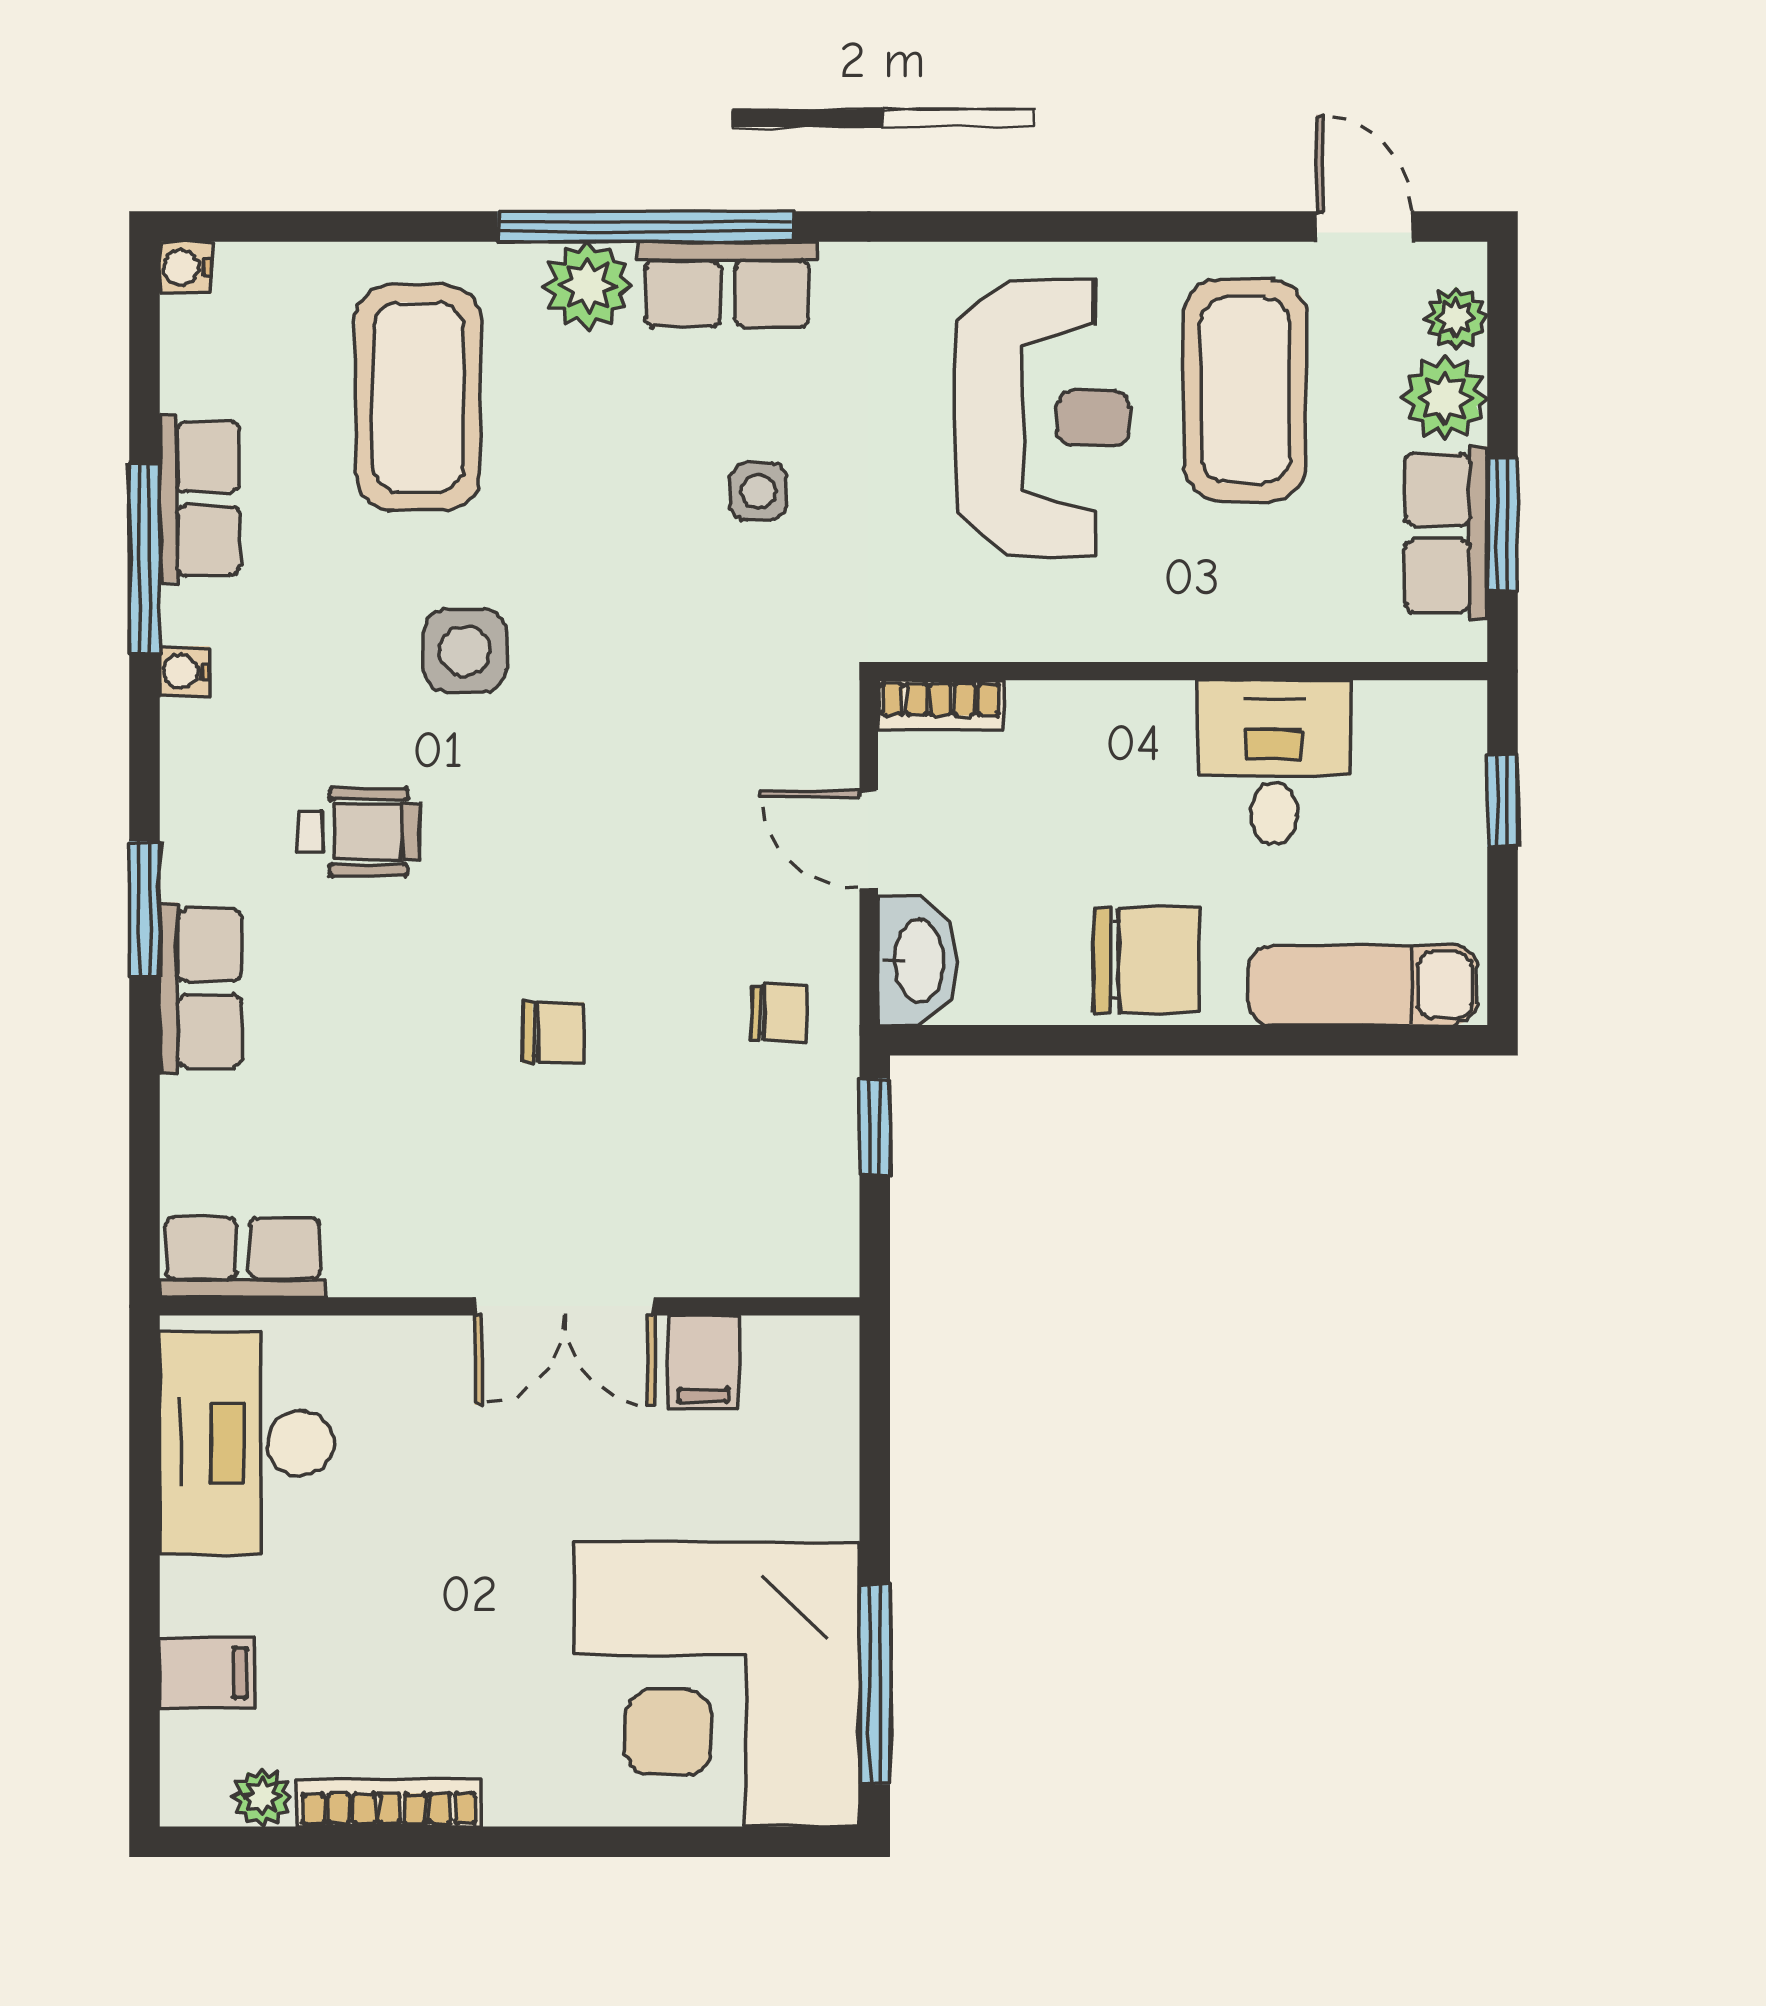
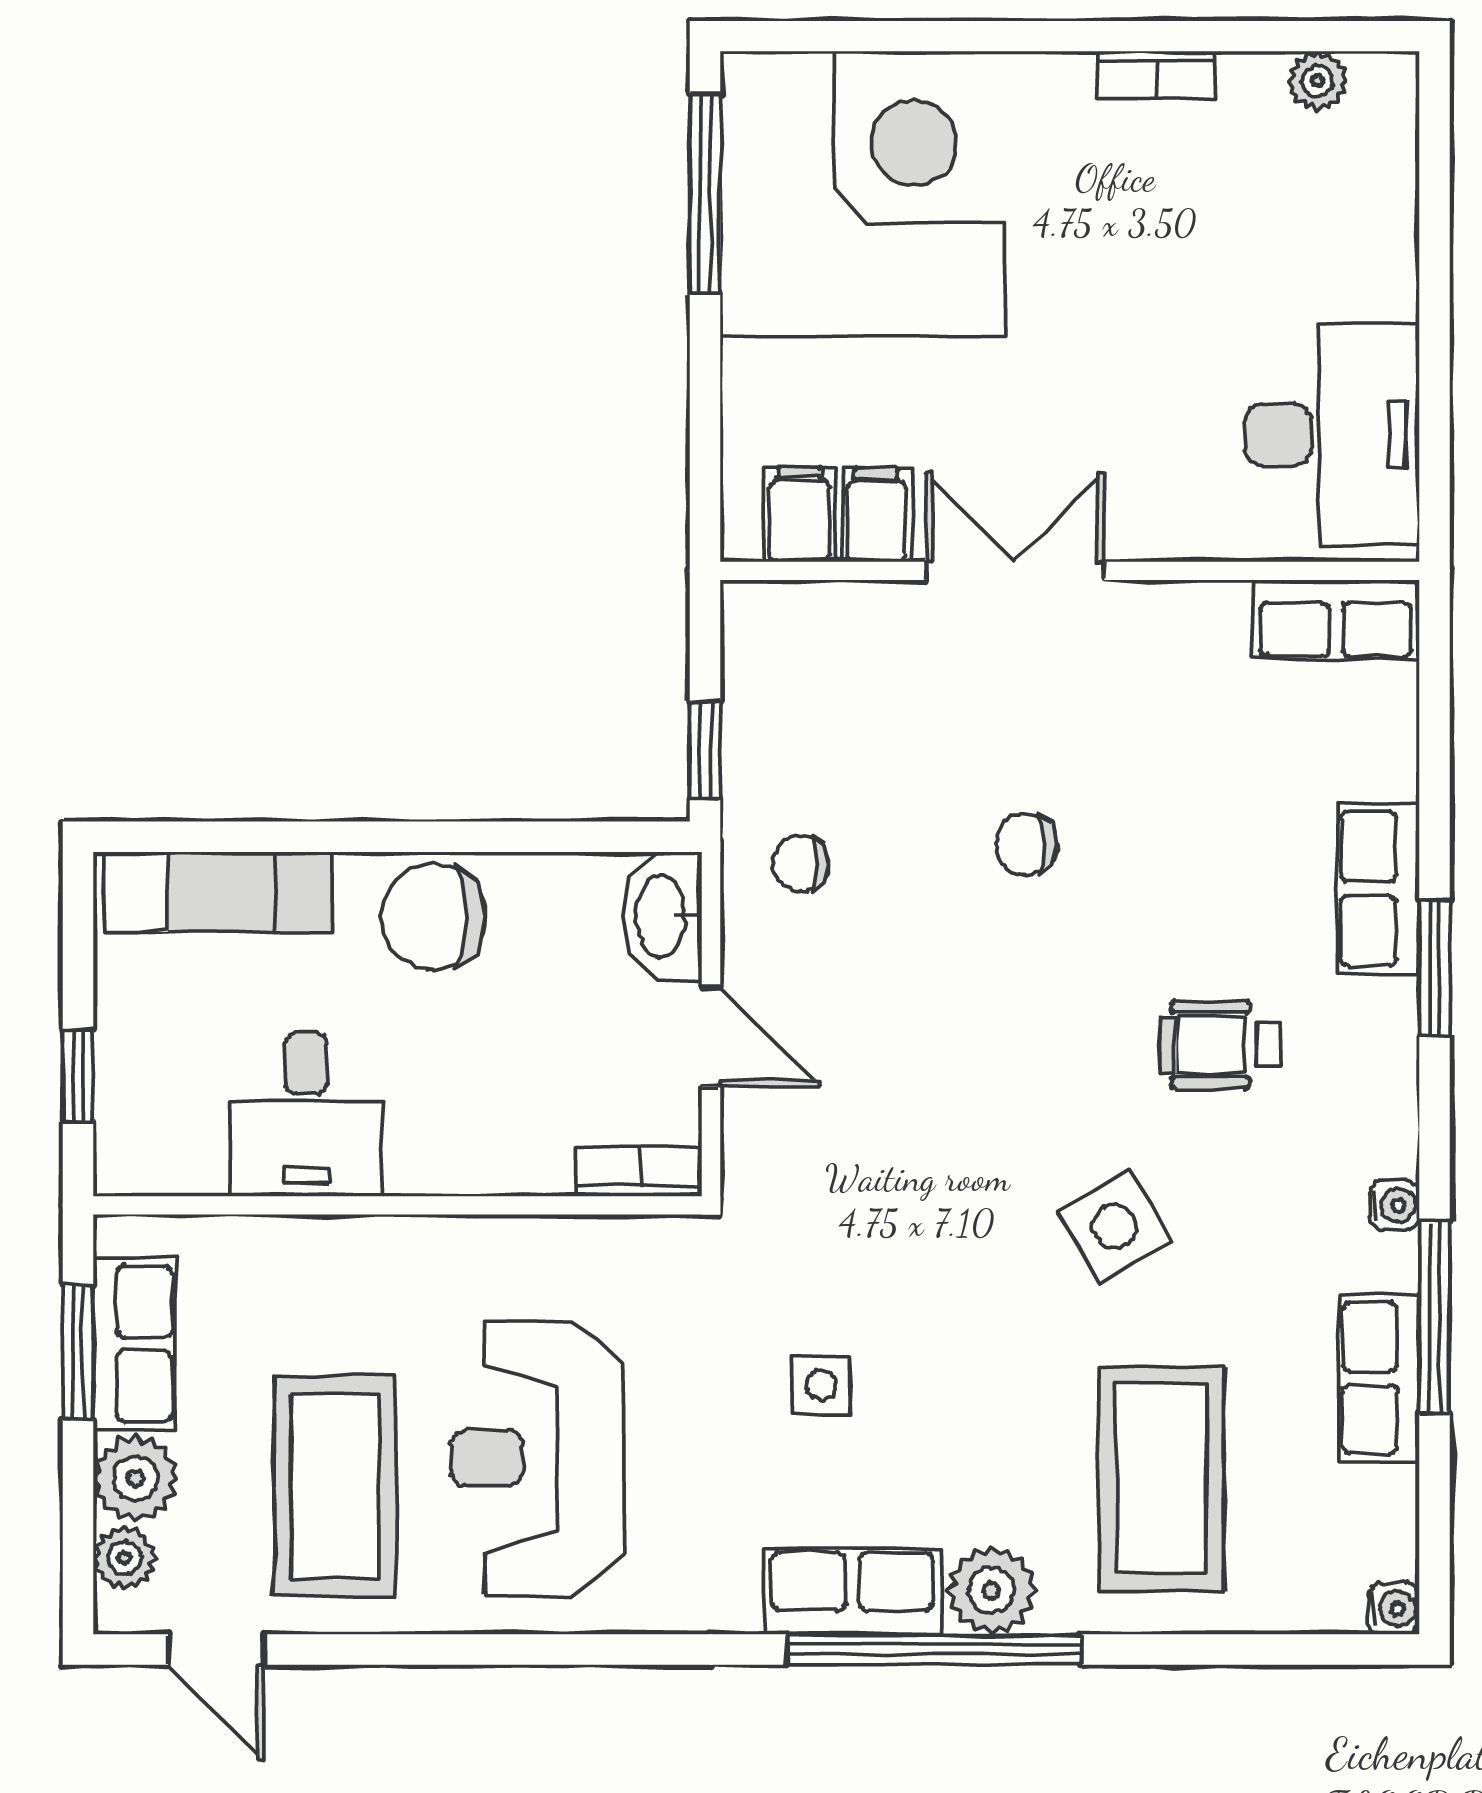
side table: (465, 650) -> (1114, 1226), turned -30
filing cabinet: (207, 1673) -> (799, 514), moved, turned 90
bookcase: (389, 1803) -> (1157, 75), width x0.64

